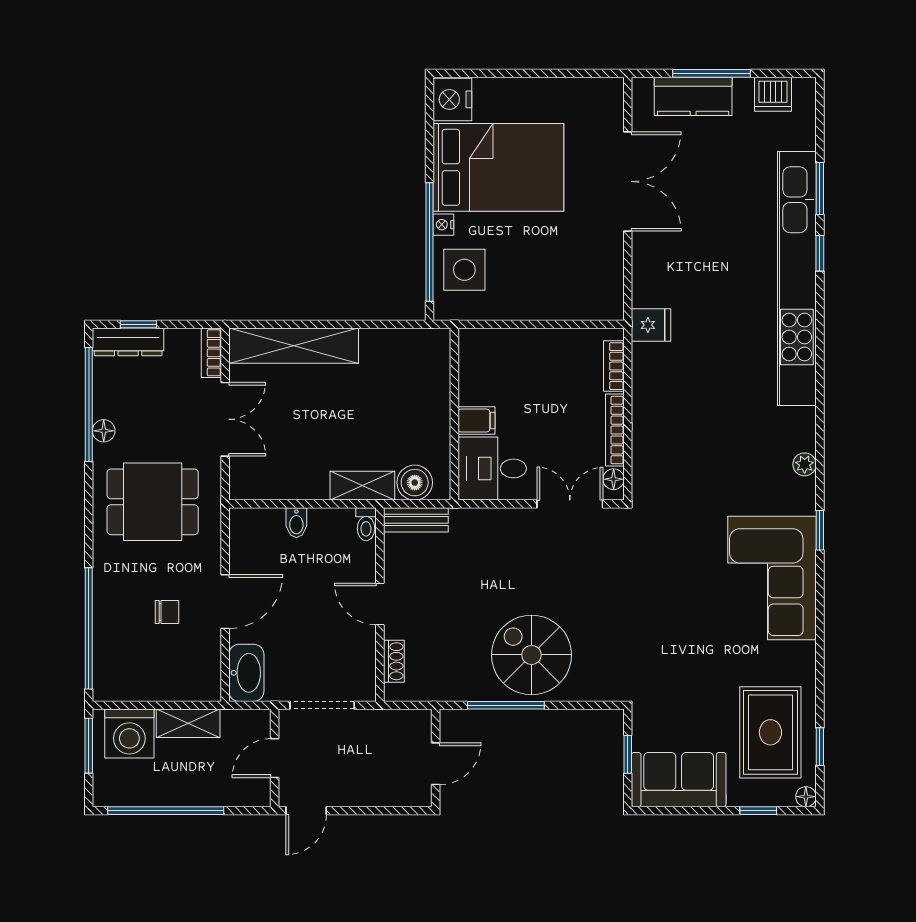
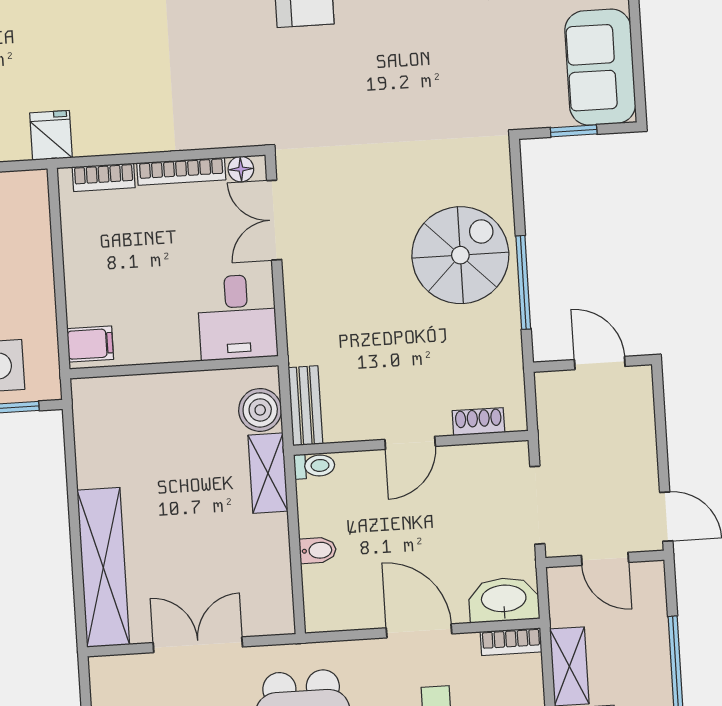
bookcase: (211, 353) -> (511, 642), moved
filing cabinet: (476, 420) -> (90, 344), moved, turned 90
spiral stairs: (532, 655) -> (460, 255), turned 180

